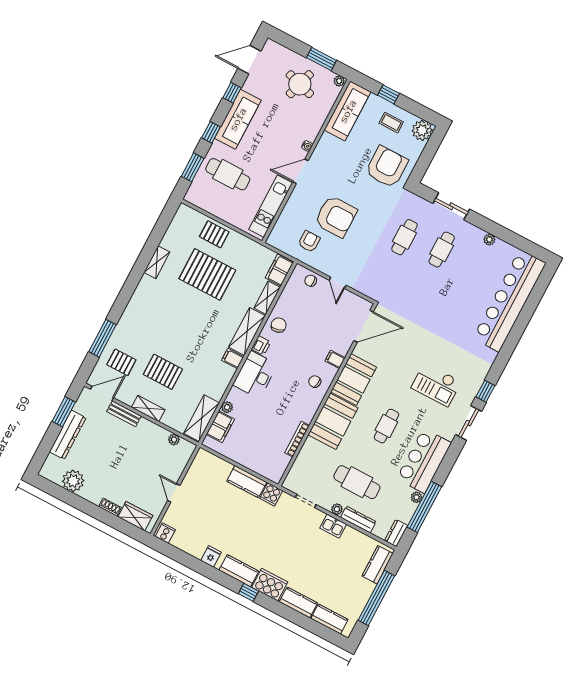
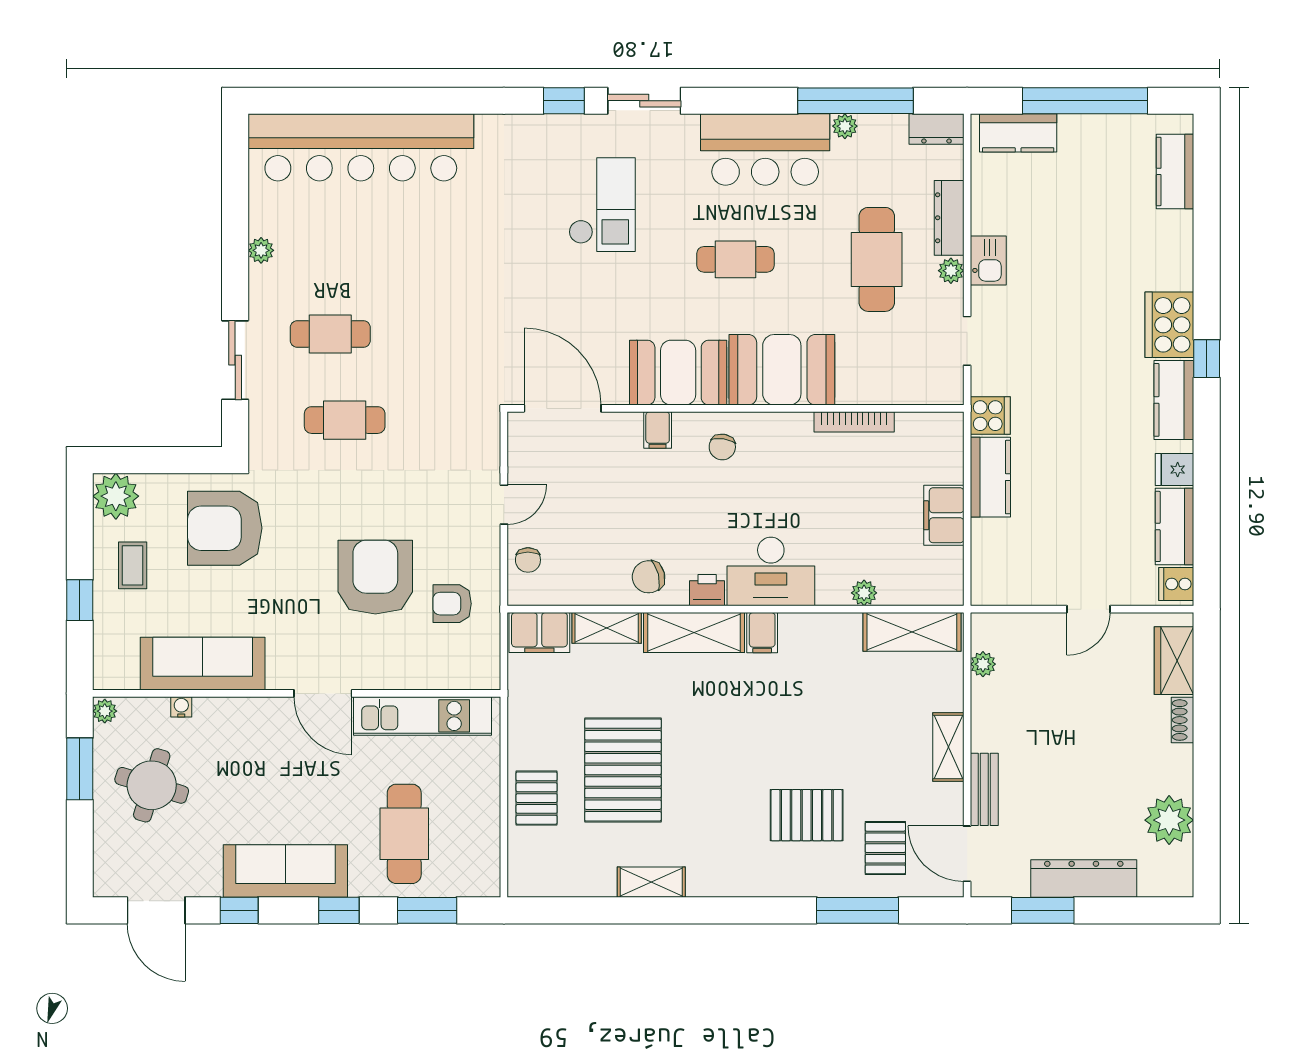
sofa: (348, 111) -> (203, 664), moved
water cooler: (307, 146) -> (181, 707), moved
pallet: (163, 372) -> (807, 815), moved, turned 90
filing cabinet: (220, 427) -> (944, 515), moved, turned -90
kitchen counter: (298, 602) -> (1175, 526), moved

